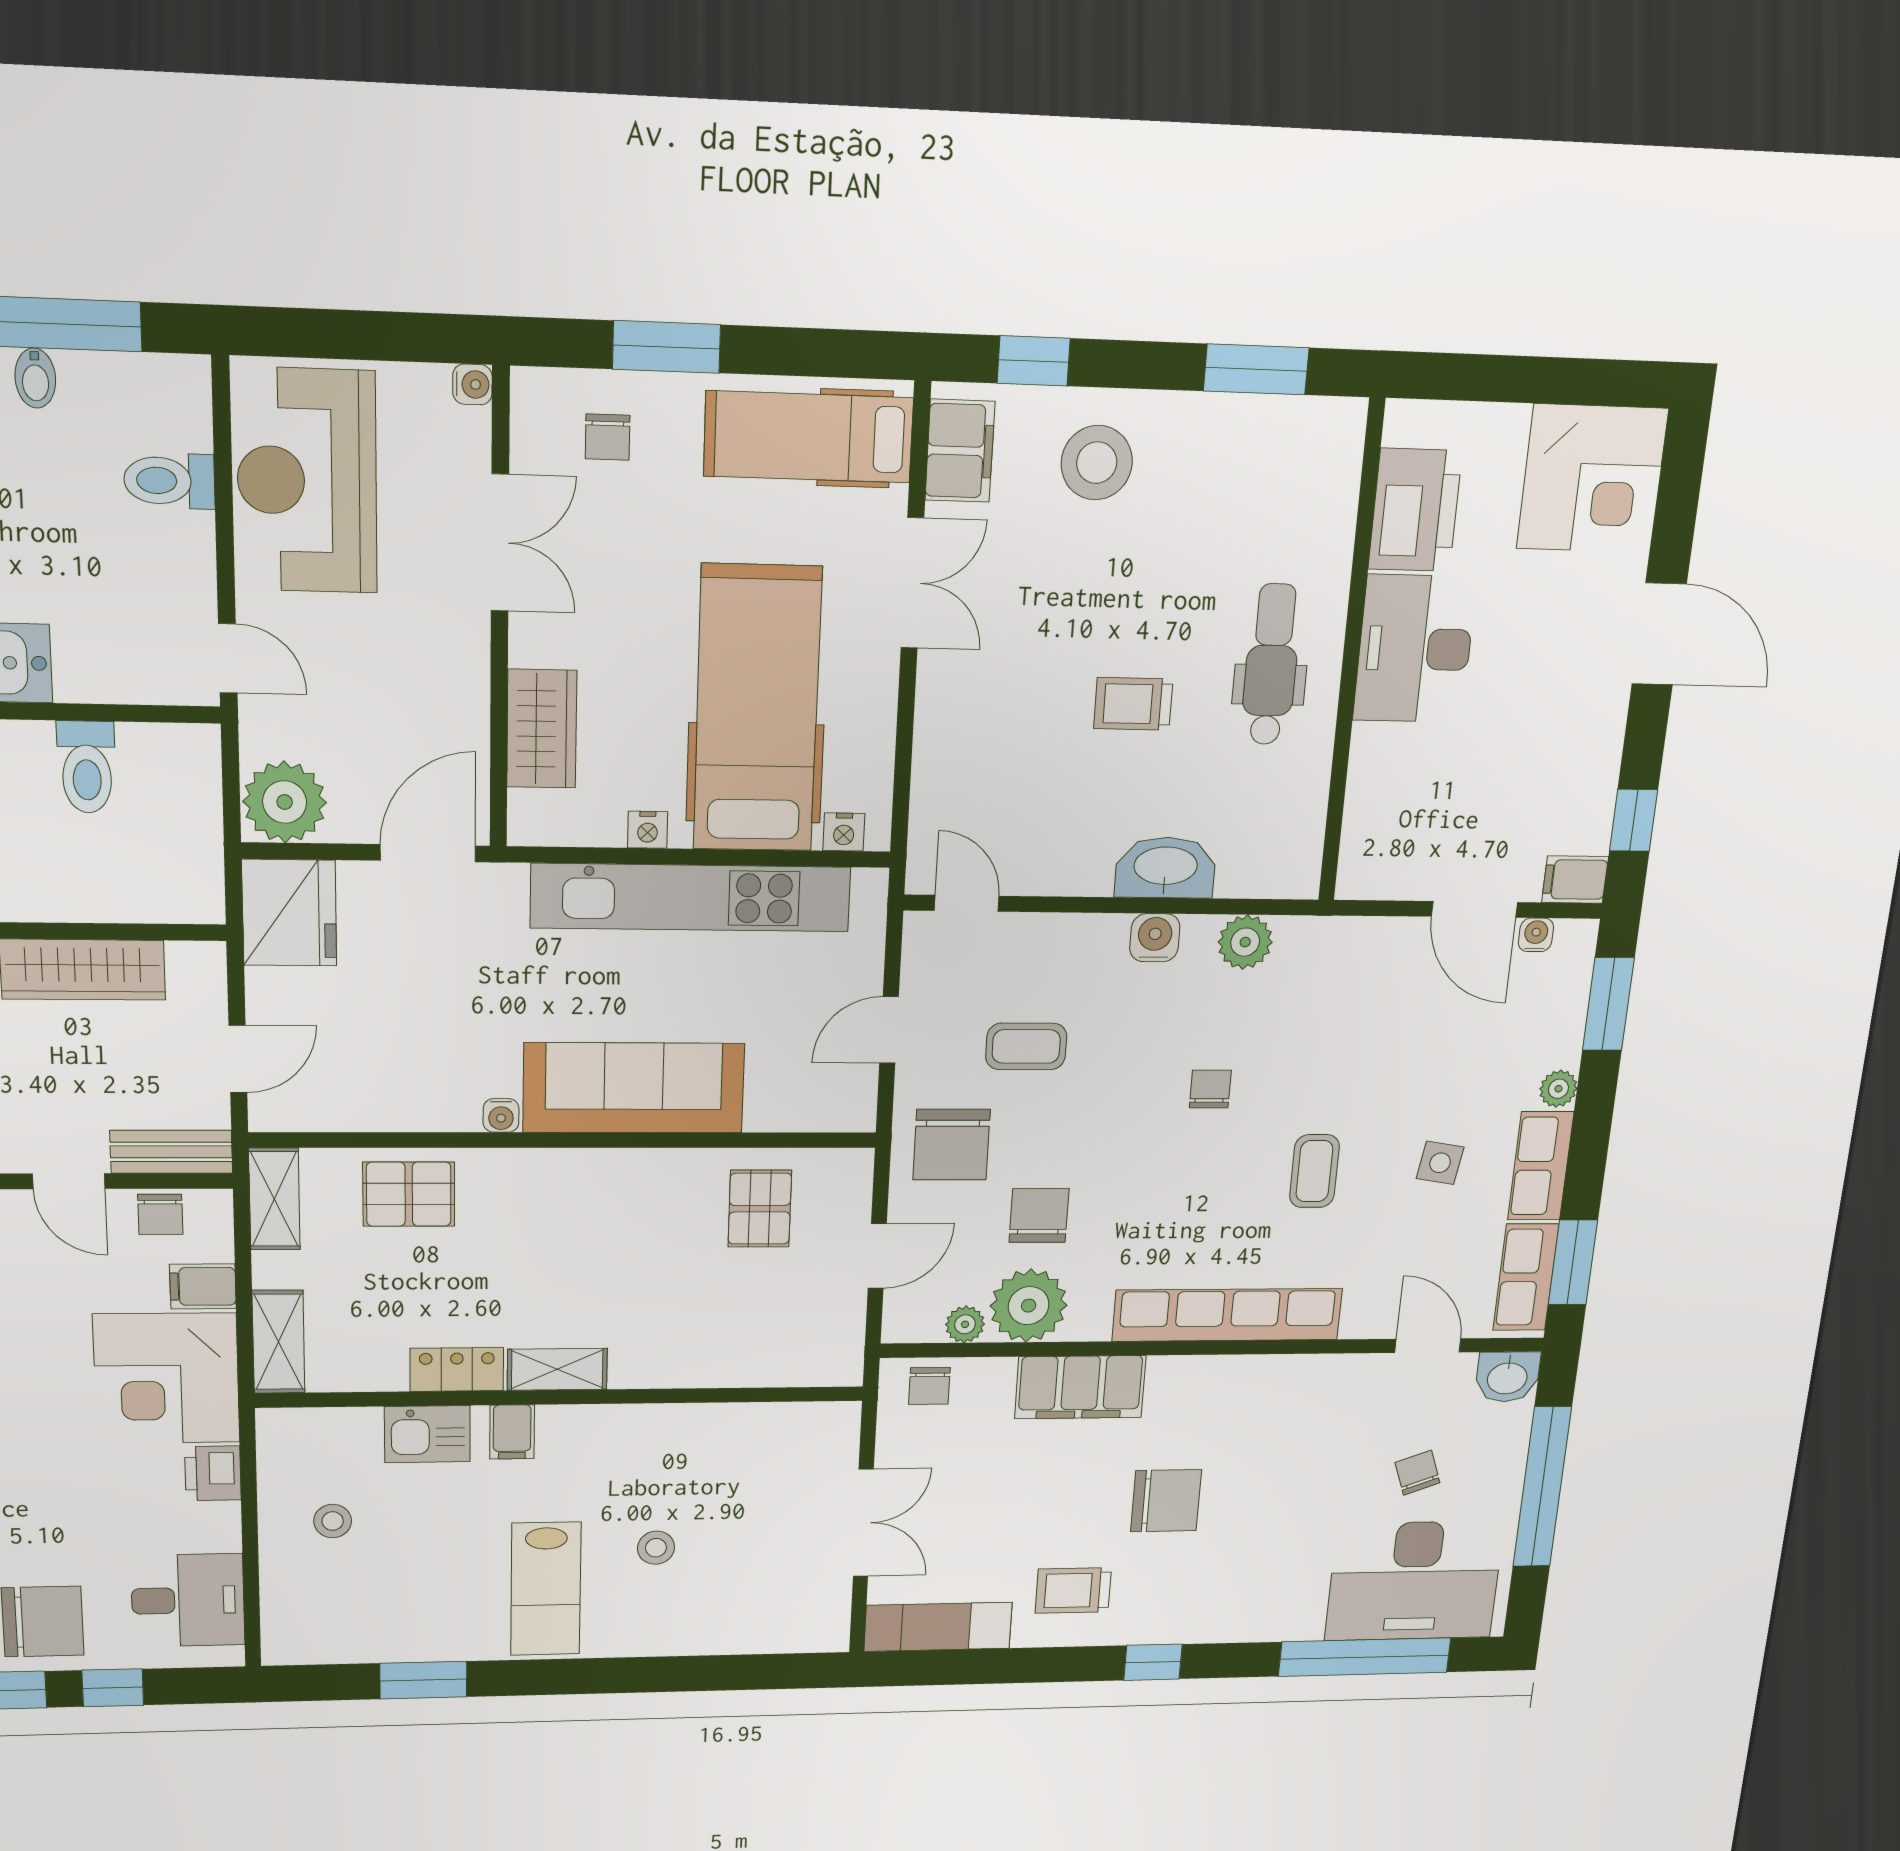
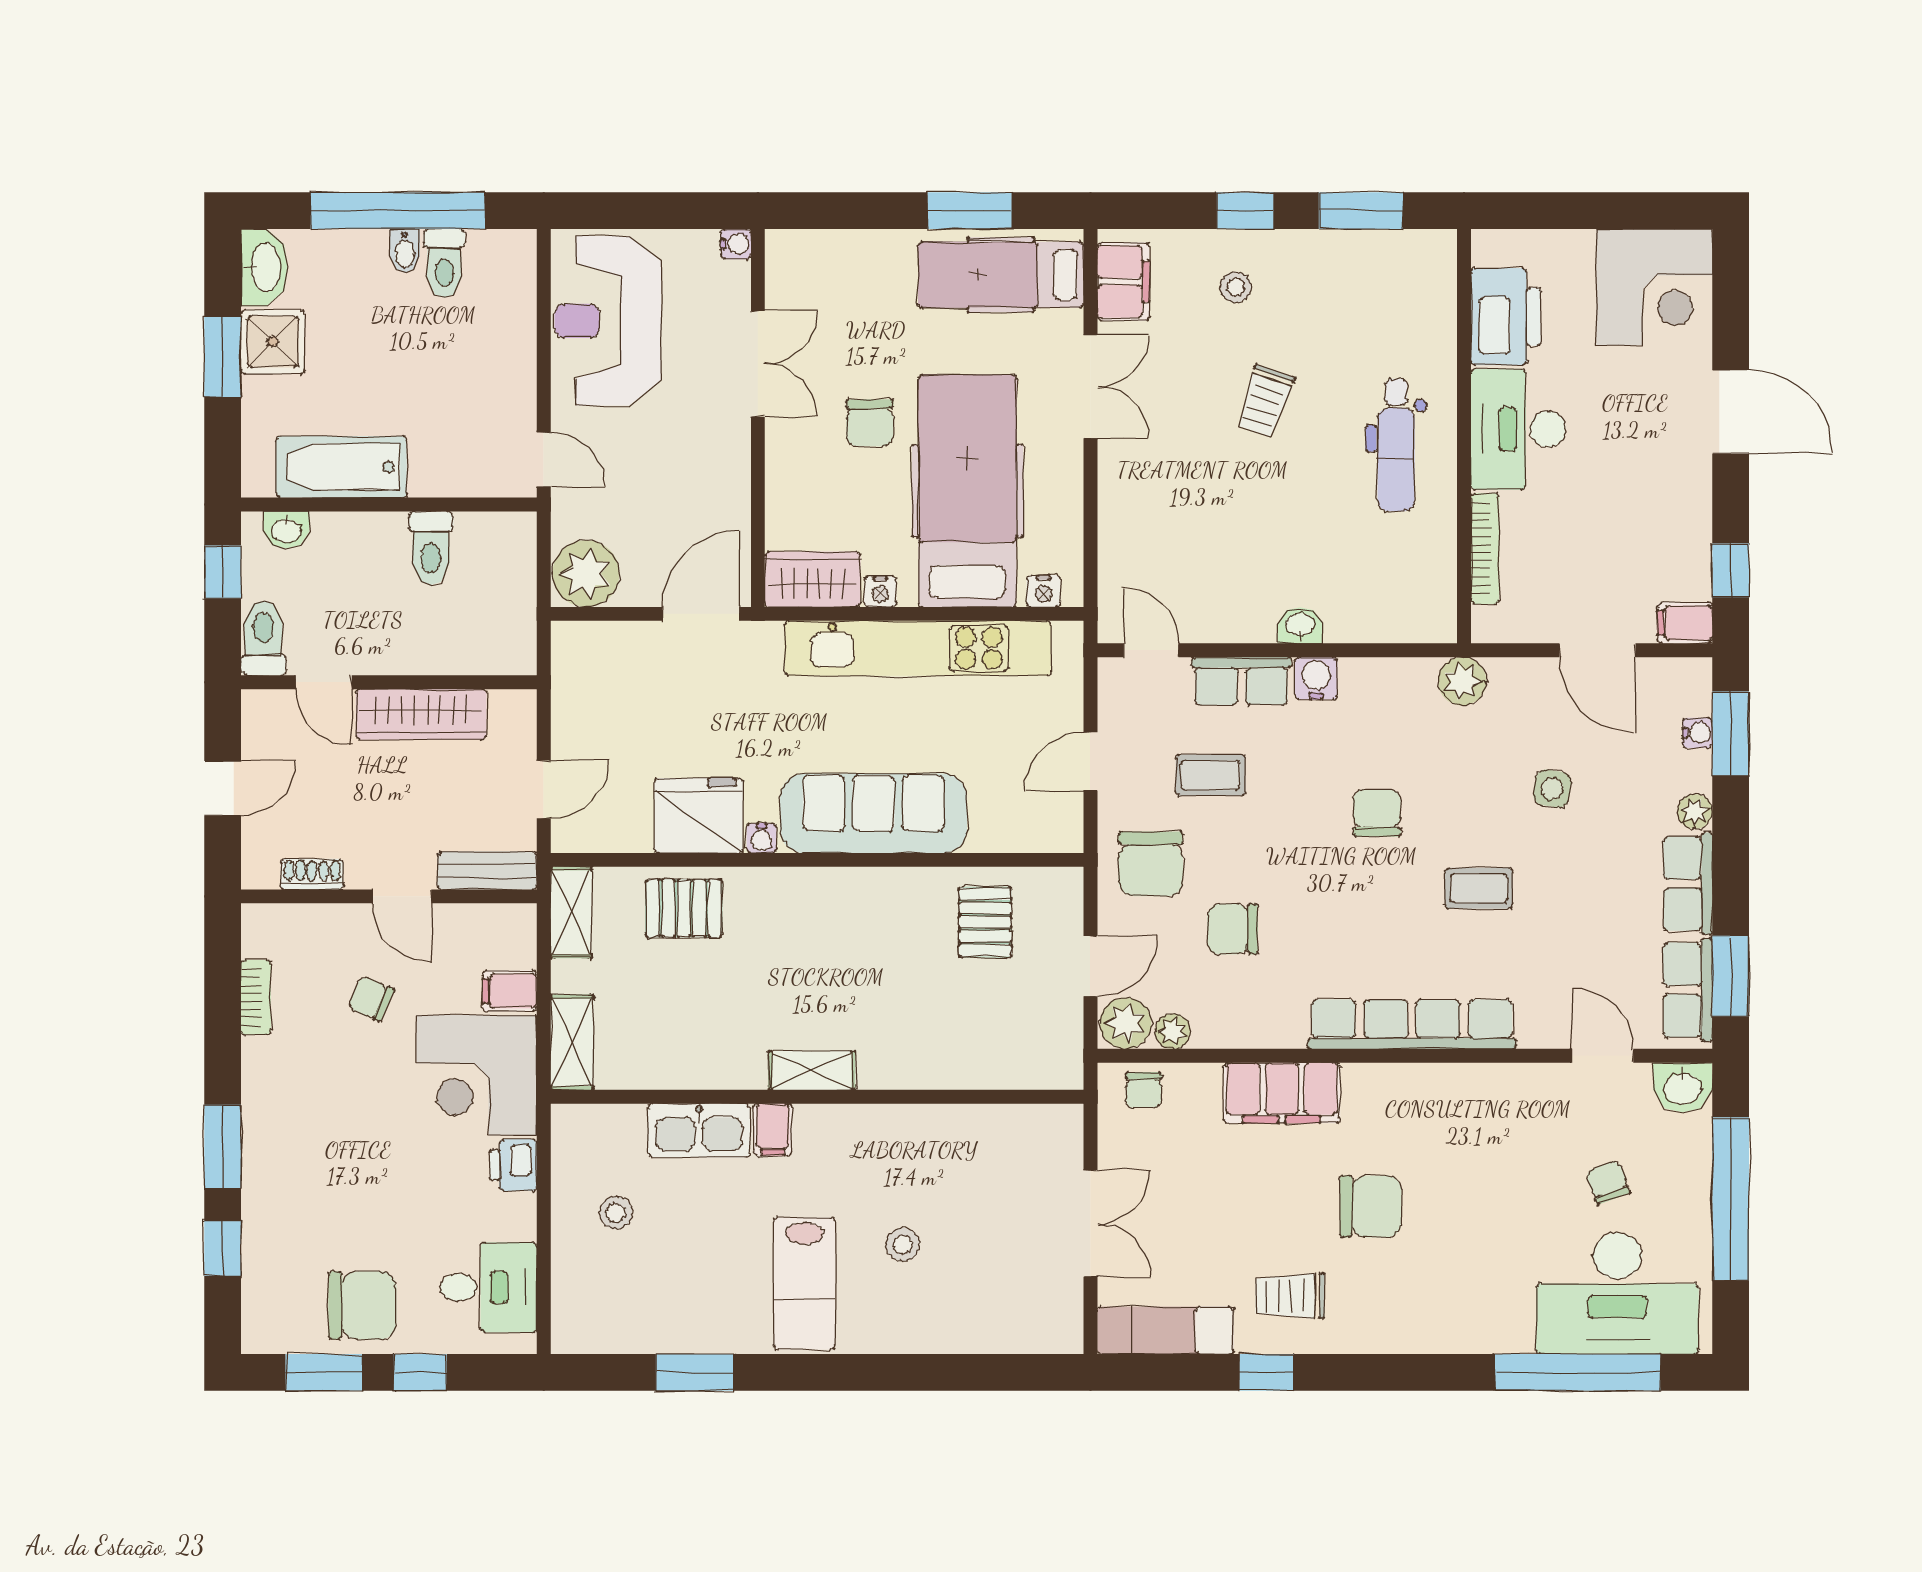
window: (666, 347) -> (969, 211), moved
window: (1034, 361) -> (1245, 211), moved
chair: (608, 437) -> (870, 423), moved, width x1.37, depth x1.37
stool: (1097, 463) -> (1236, 287), width x0.53, depth x0.53
toilet: (169, 481) -> (444, 263), moved, turned -90
dental chair: (1271, 665) -> (1396, 445), turned 180
trolley: (1133, 704) -> (1265, 401), moved, turned -71
wardrobe: (542, 729) -> (813, 579), moved, turned -90
bookcase: (1361, 790) -> (1485, 549), added
washbasin: (1166, 868) -> (1300, 625), width x0.52, depth x0.69
fridge: (289, 913) -> (699, 816), moved, turned -90
water cooler: (1536, 935) -> (1697, 733), moved, turned 90
row of seats: (1069, 940) -> (1242, 681), added
plant: (1245, 942) -> (1462, 681), moved
chair: (1210, 1089) -> (1377, 813), width x1.37, depth x1.37
side table: (1440, 1163) -> (1552, 789), moved
coffee table: (1314, 1171) -> (1479, 888), turned 90
chair: (160, 1214) -> (371, 998), moved, turned 114
chair: (1039, 1215) -> (1233, 929), turned -90
plant: (1029, 1306) -> (1126, 1023), moved, width x0.73, depth x0.73
locker: (457, 1369) -> (725, 1070), removed
kitchen sink: (427, 1434) -> (699, 1130), width x1.38
window: (1153, 1662) -> (1266, 1372), moved

